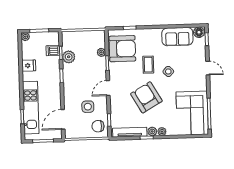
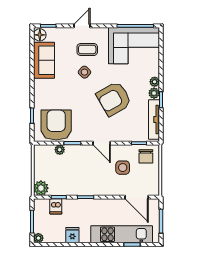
plant: (69, 57) -> (41, 188), moved
coffee table: (148, 65) -> (87, 49), moved

